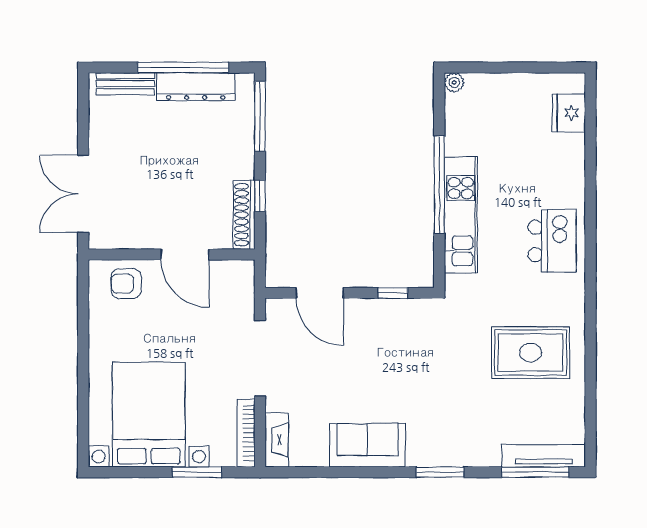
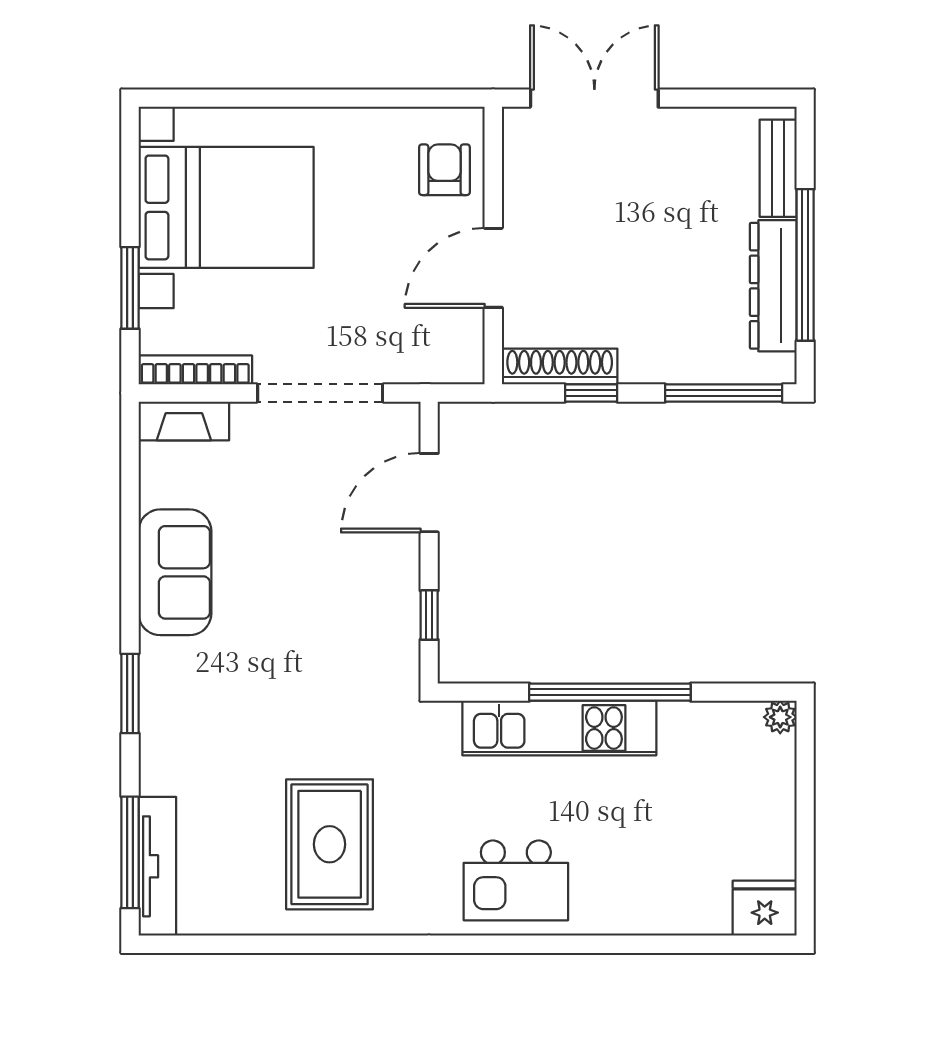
fridge: (569, 113) -> (765, 908), moved

